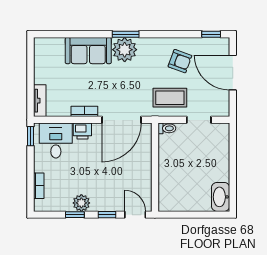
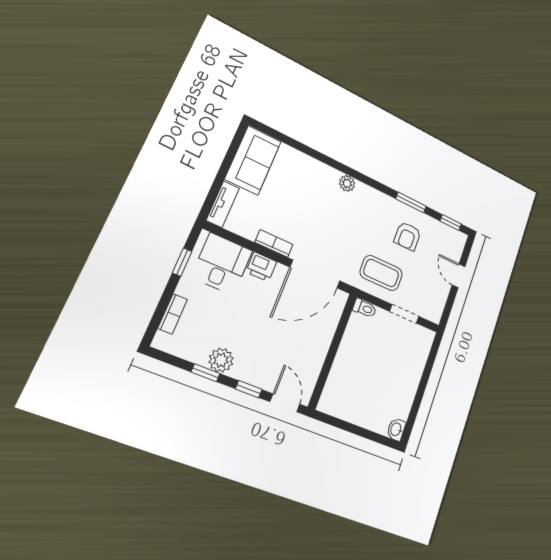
window: (126, 34) -> (411, 202), moved
plant: (125, 50) -> (347, 183), width x0.53, depth x0.53
sofa: (88, 51) -> (253, 160), moved, turned -90
armchair: (180, 61) -> (407, 236), turned 70
door: (233, 73) -> (459, 276), width x0.53
window: (31, 136) -> (182, 262), moved
washbasin: (221, 197) -> (396, 429), width x0.52, depth x0.69

